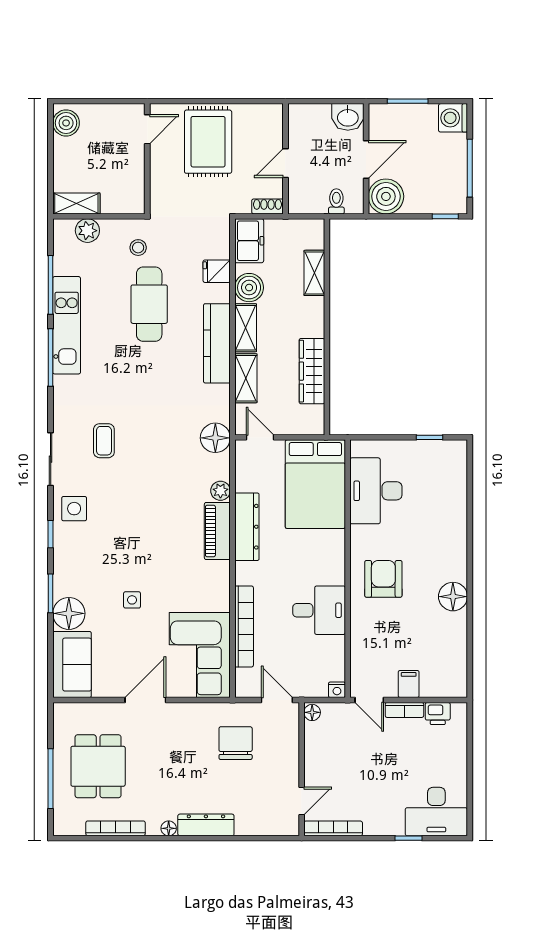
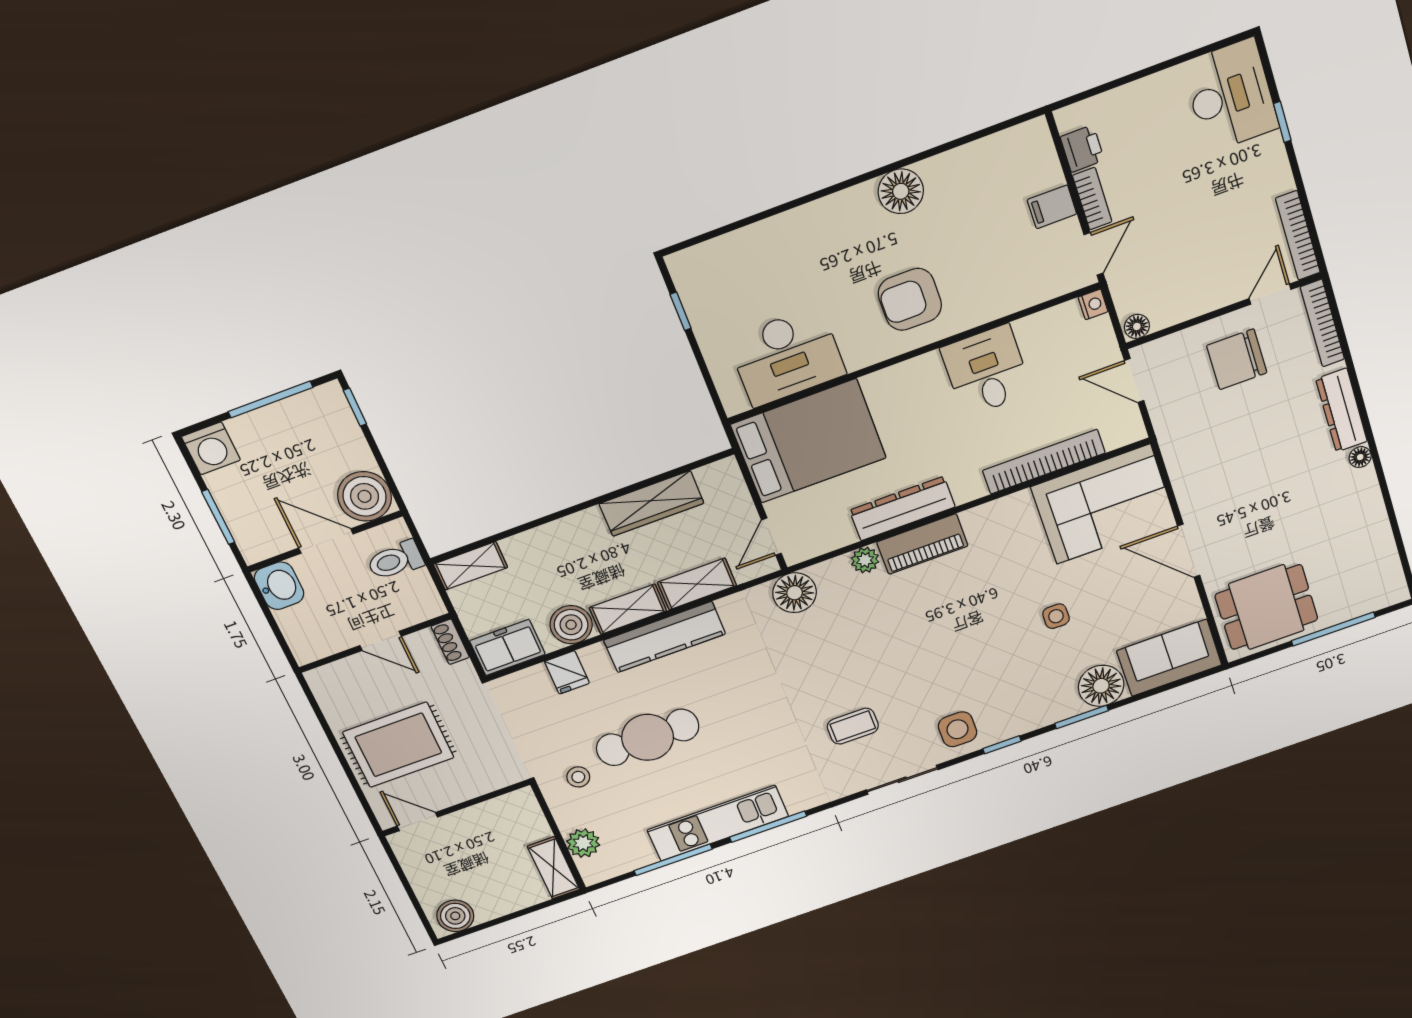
toilet: (336, 201) -> (395, 560), width x1.37, depth x1.39
shelving: (314, 273) -> (470, 566), moved
door: (277, 700) -> (1134, 381), hinge flipped
chair: (236, 743) -> (1237, 359), moved
dining table: (98, 766) -> (1266, 607), moved
door: (302, 801) -> (1270, 294), hinge flipped
bookcase: (116, 828) -> (1322, 323), moved

